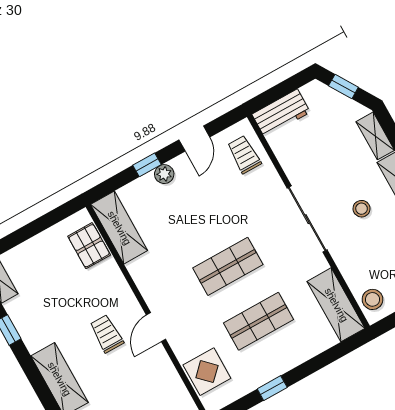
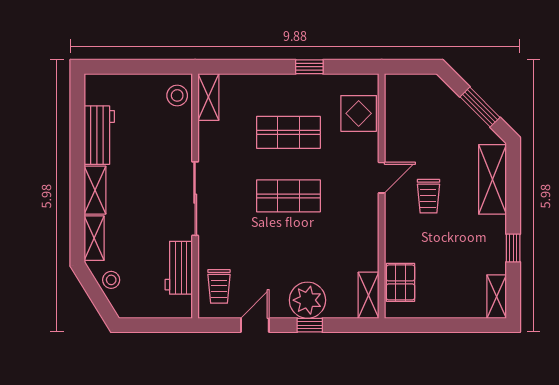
window: (343, 87) -> (98, 297), removed
workbench: (281, 113) -> (179, 268), moved, turned -90
plant: (164, 174) -> (307, 300), width x1.88, depth x1.88
stool: (362, 209) -> (111, 280), moved
shelving: (119, 228) -> (369, 295), width x0.67, depth x0.75
shelving: (336, 305) -> (208, 97), width x0.67, depth x0.75

